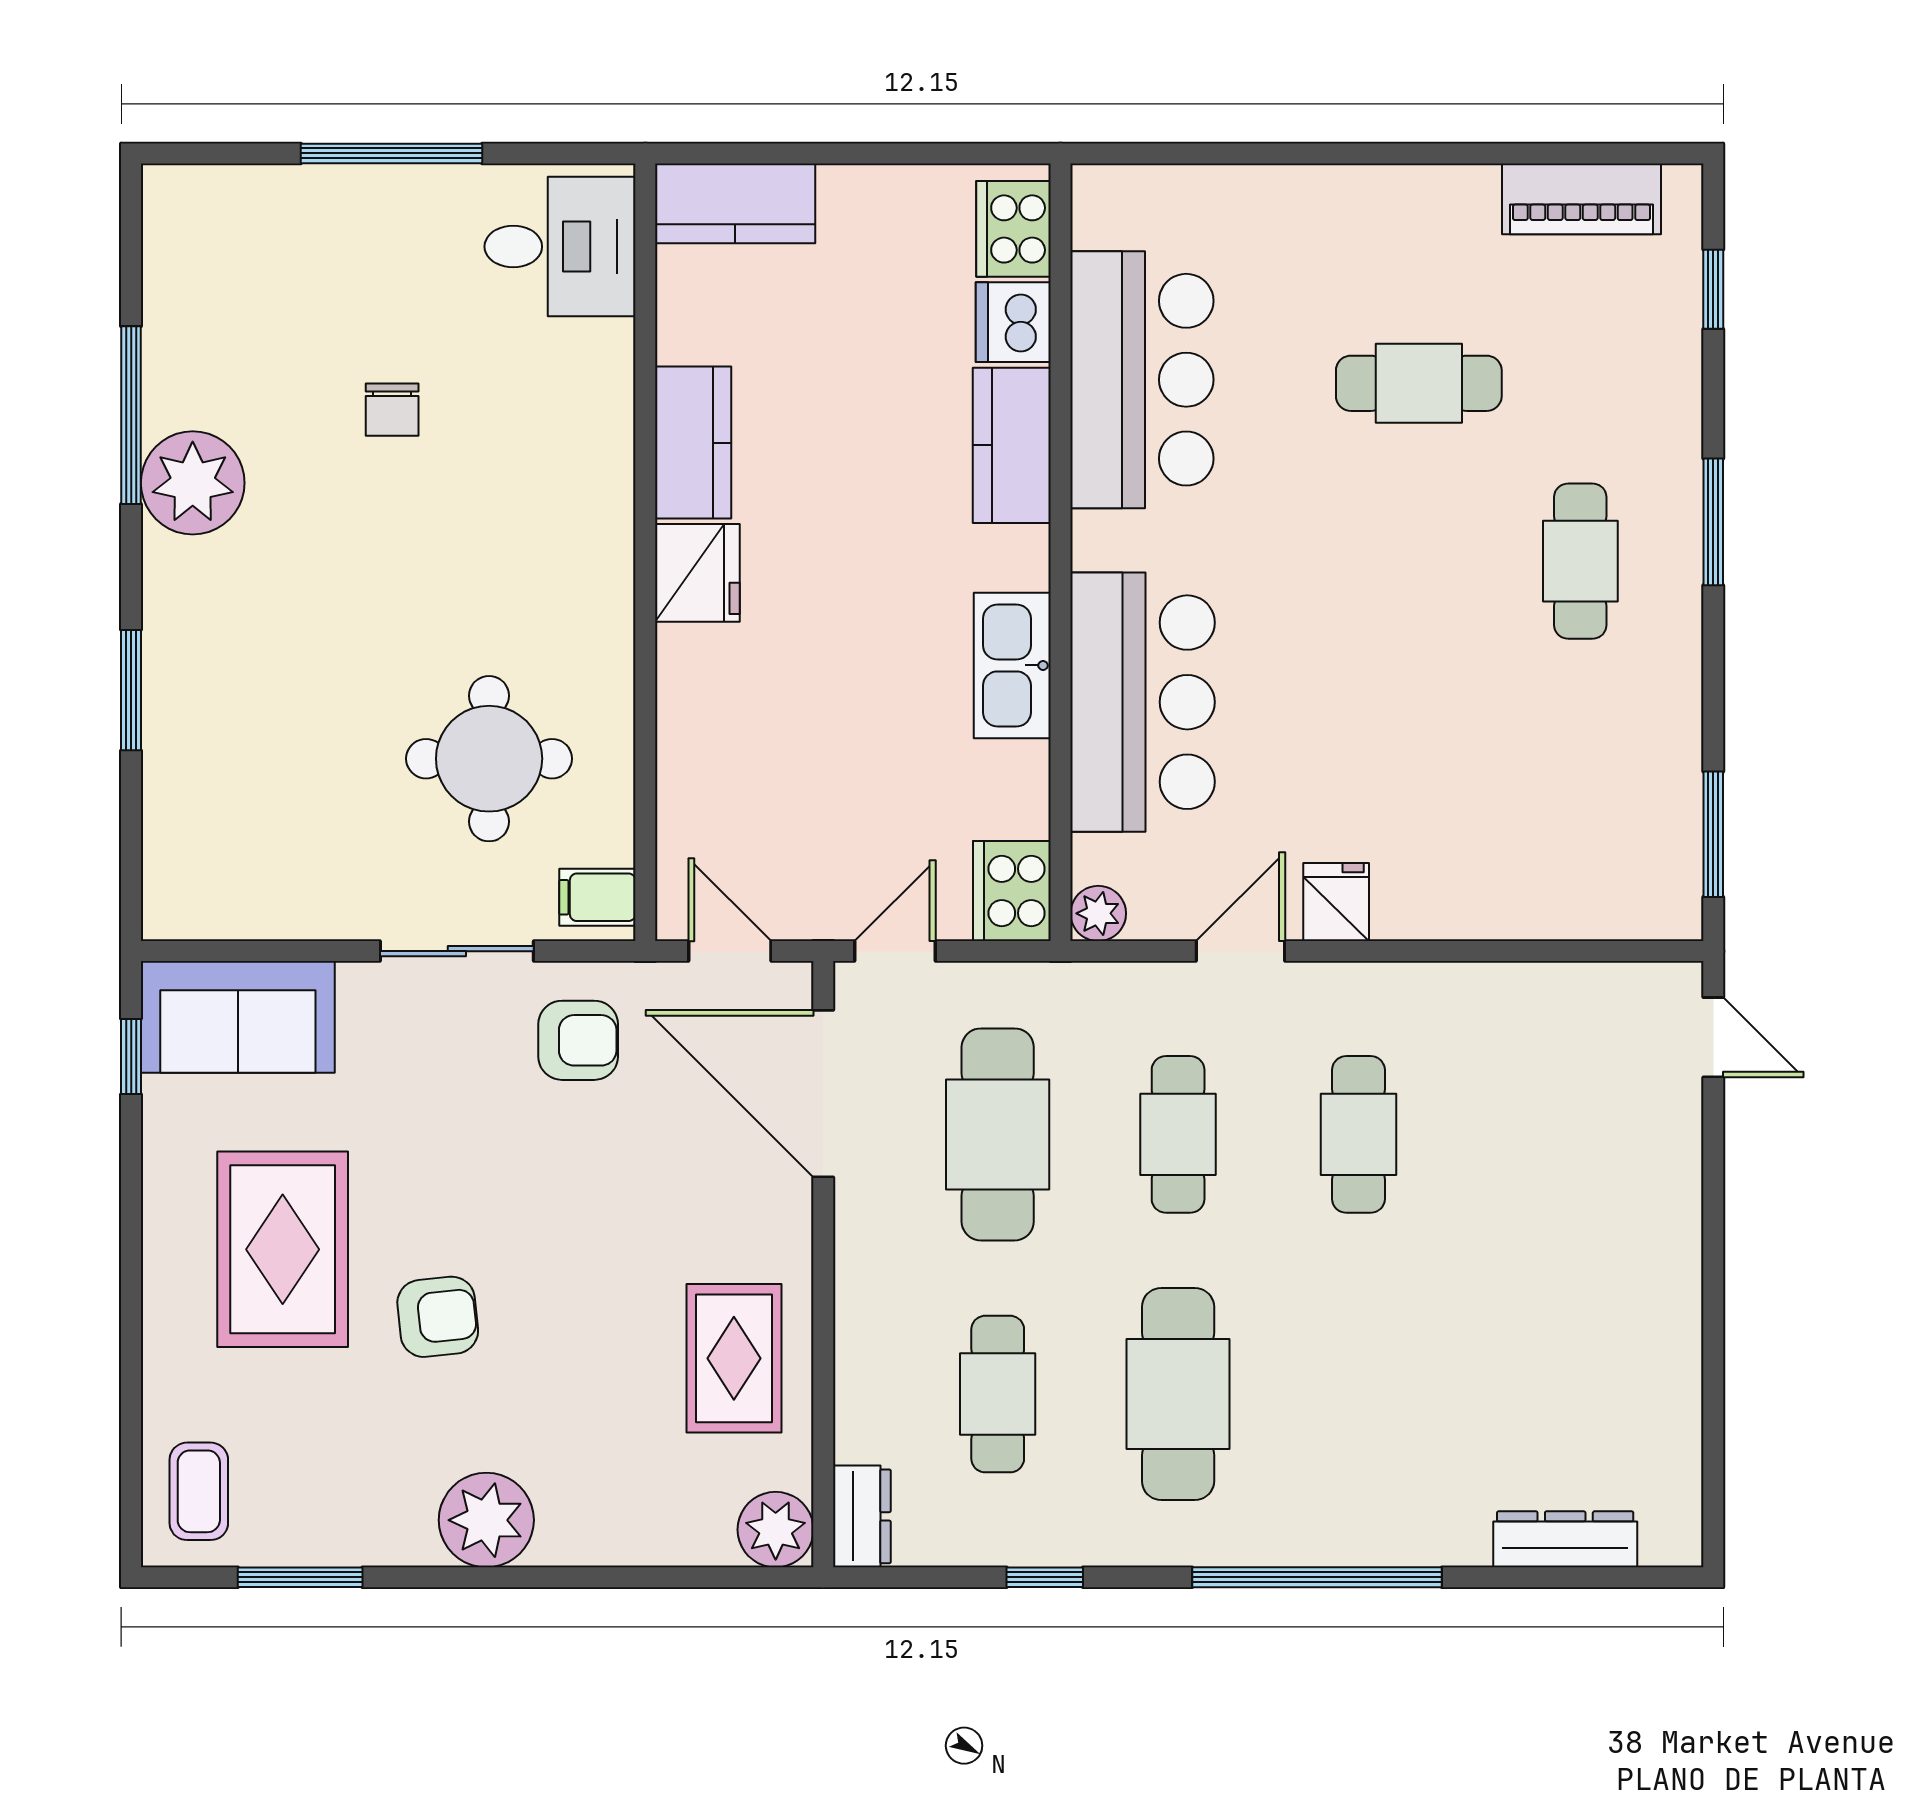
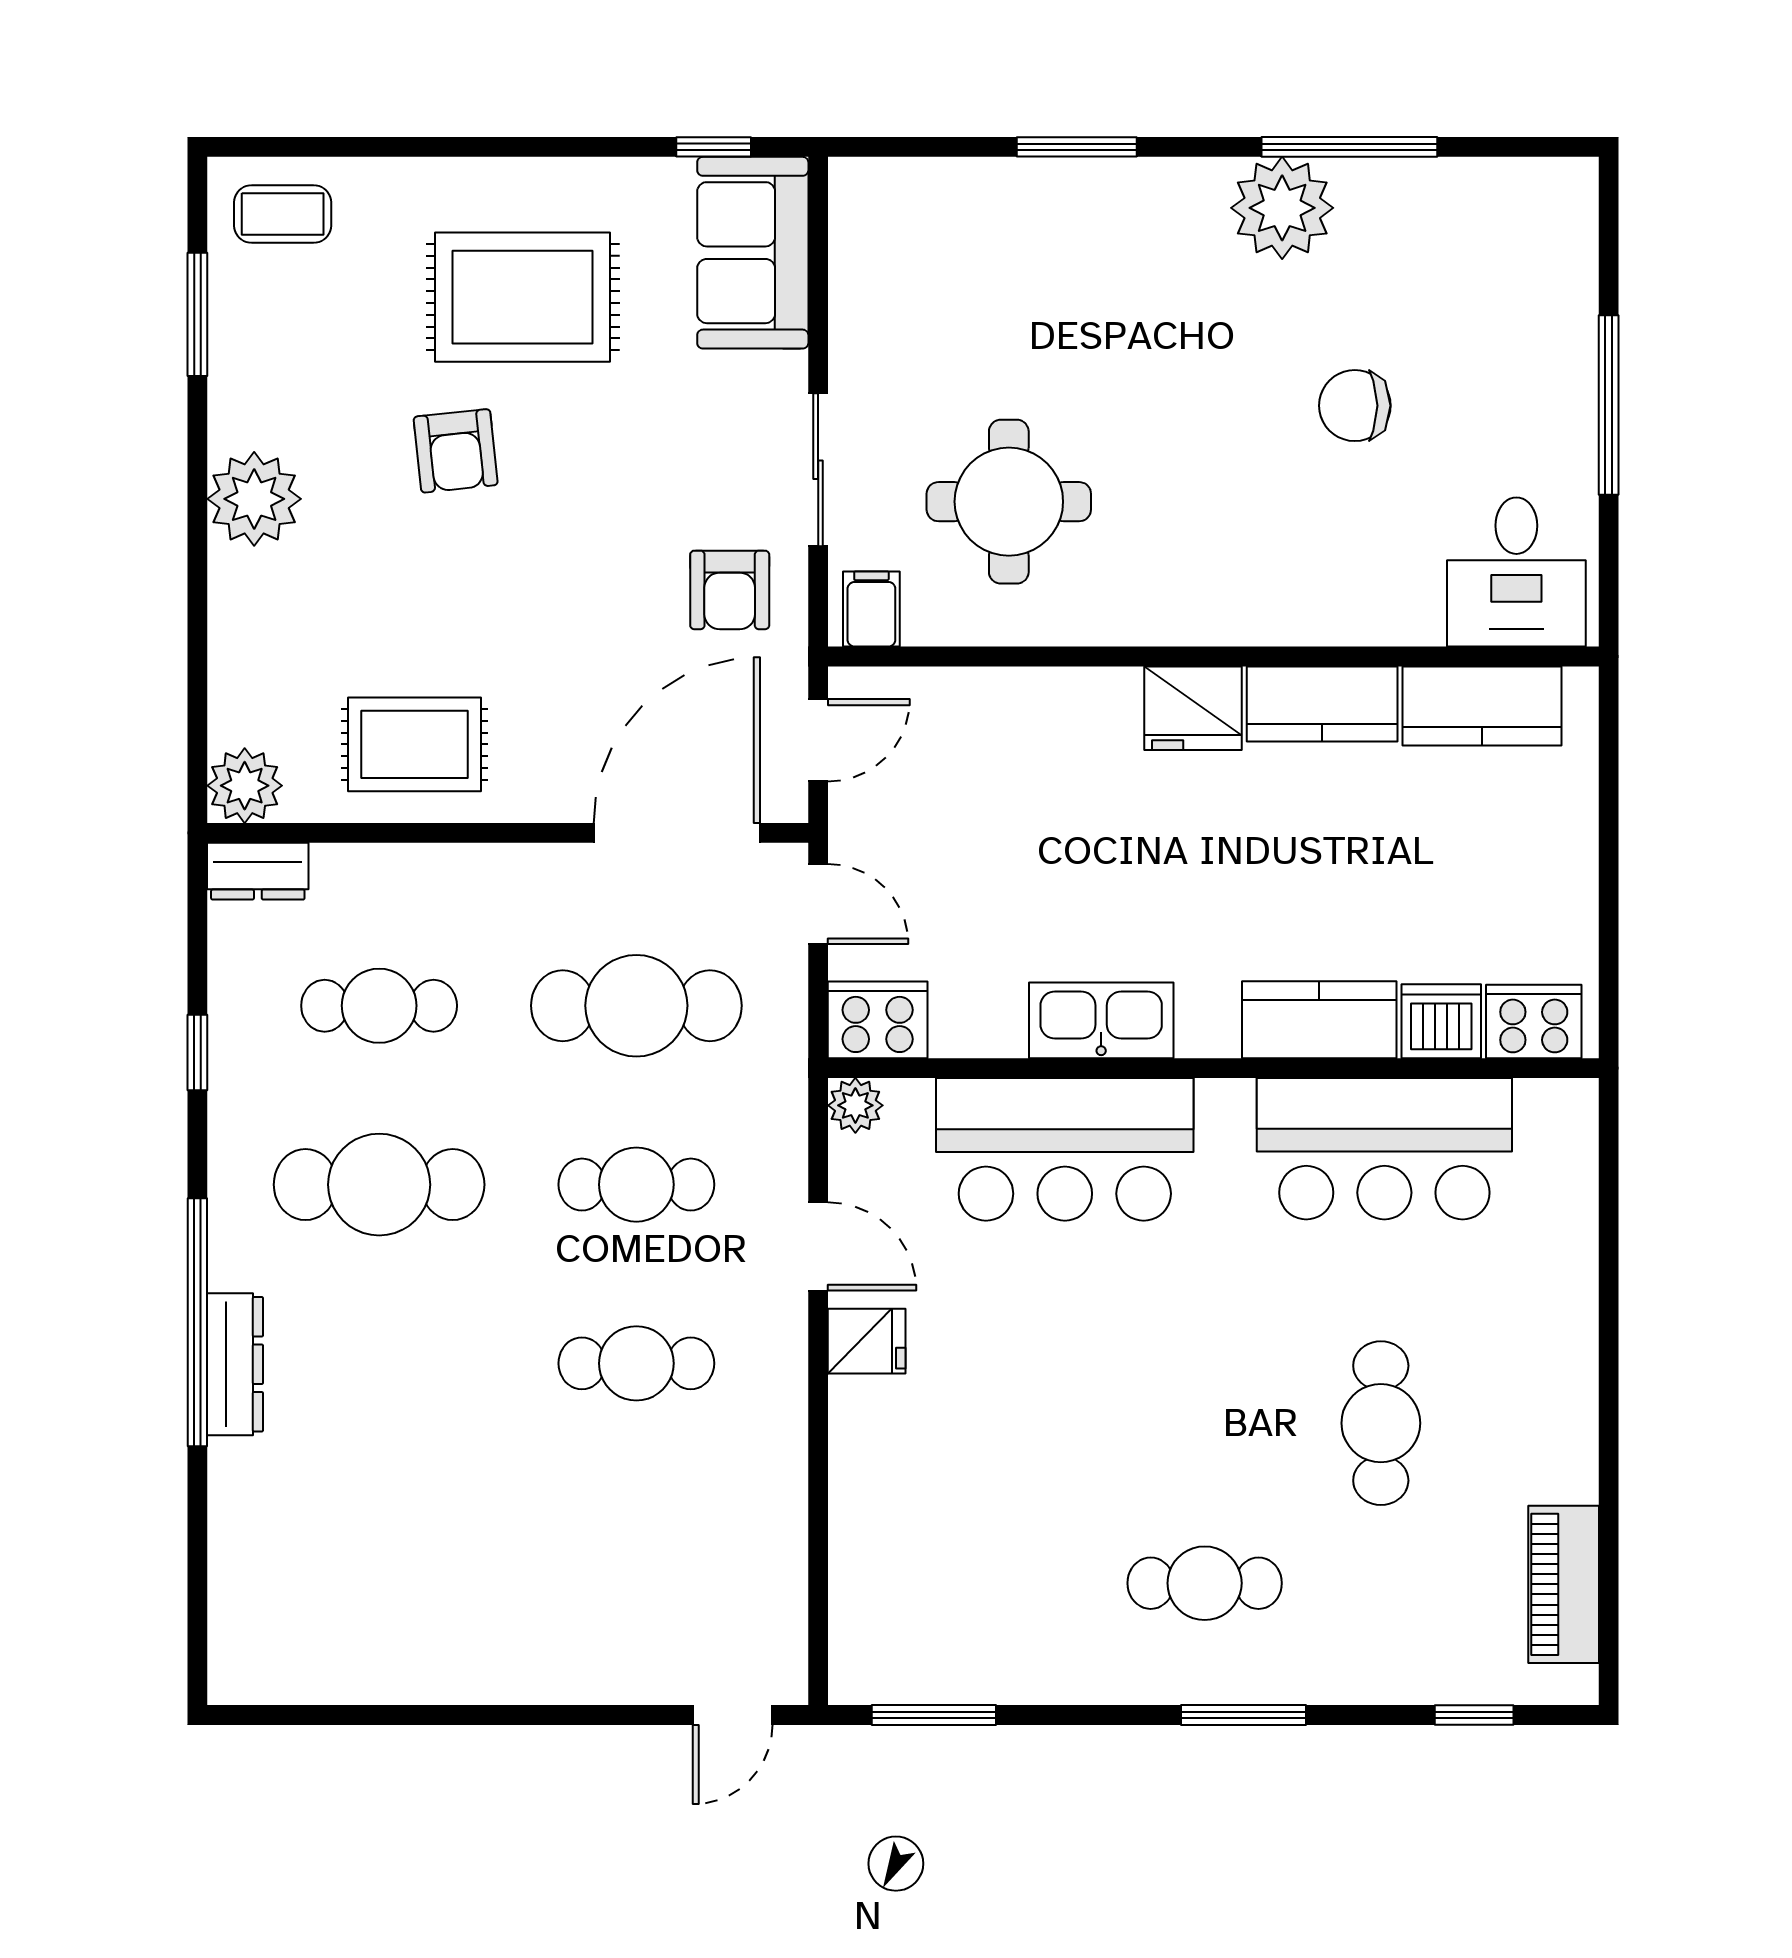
kitchen counter: (735, 203) -> (1482, 706), moved, turned -90
chair: (392, 410) -> (1355, 406), width x1.37, depth x1.37
dresser: (1565, 1539) -> (235, 1364), moved

